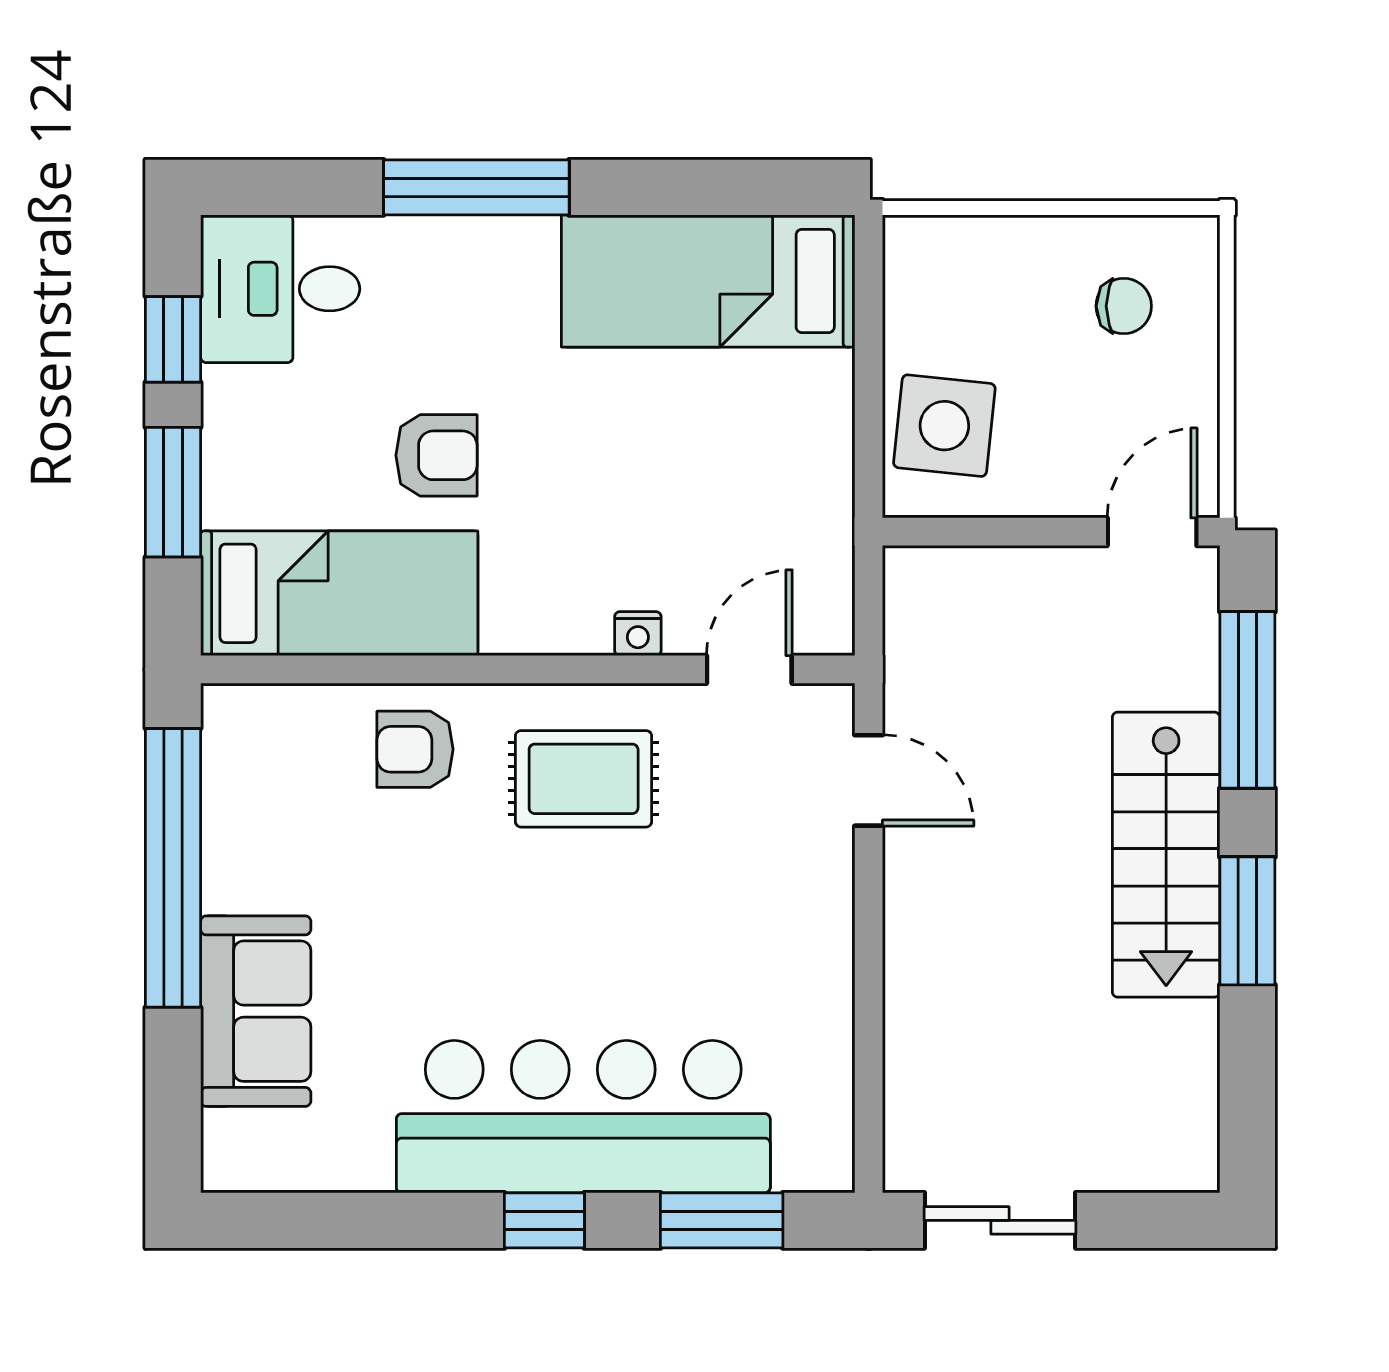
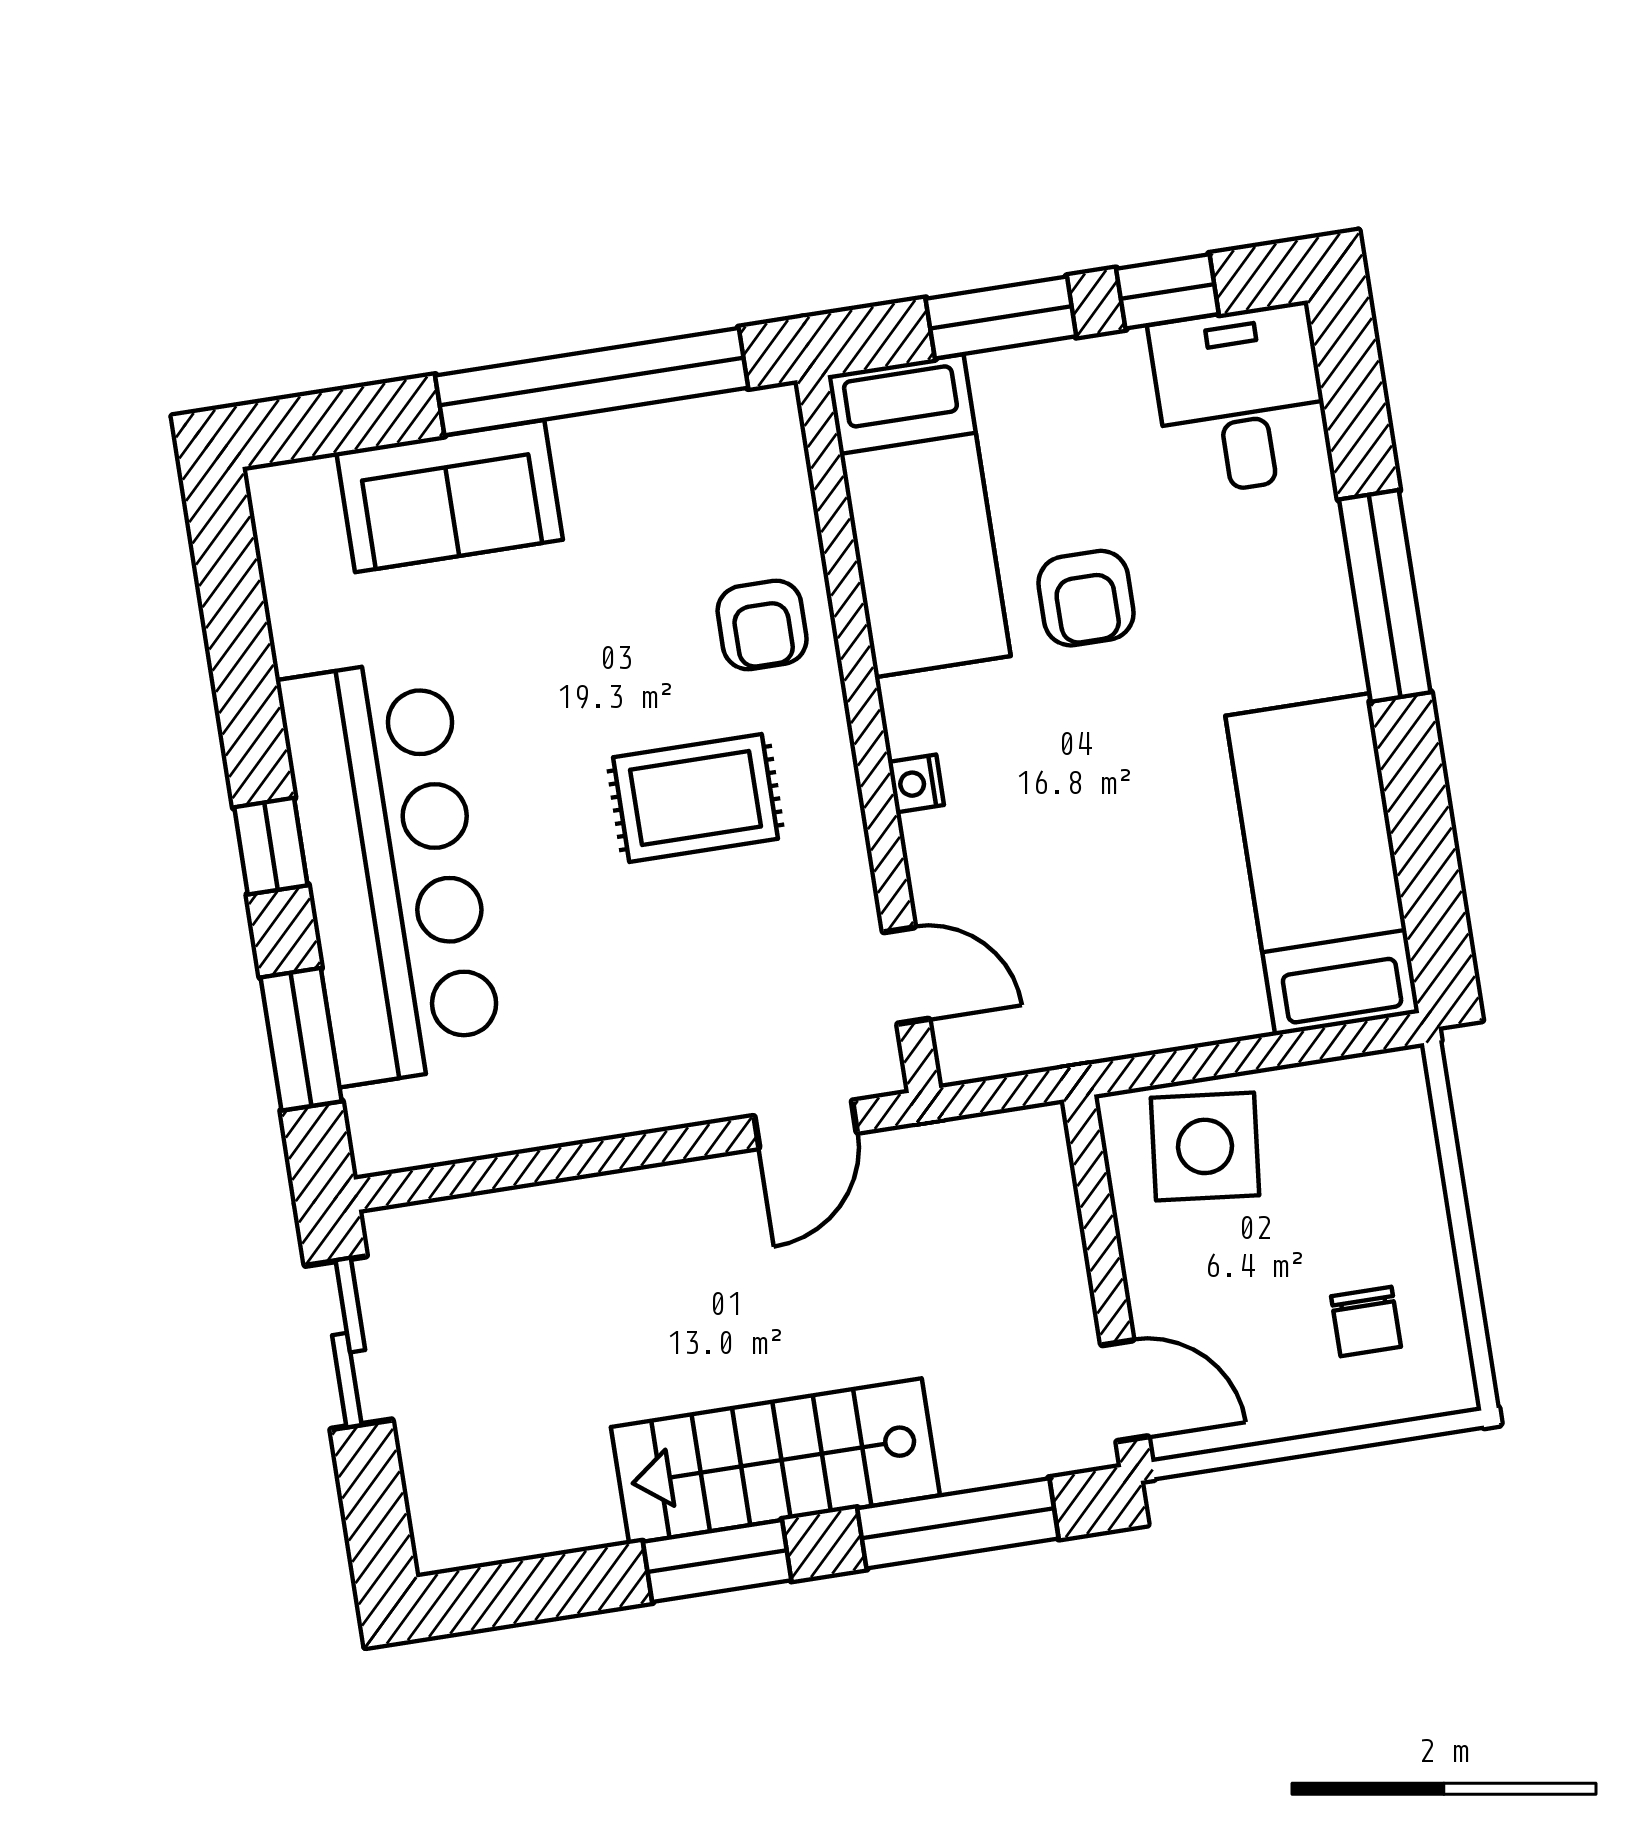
nightstand: (638, 634) -> (916, 784), moved
armchair: (415, 749) -> (762, 625), turned 180
rug: (584, 779) -> (696, 798), moved, turned 90

